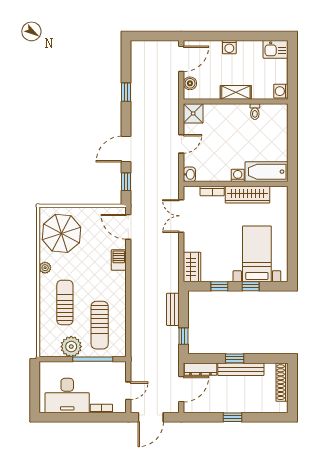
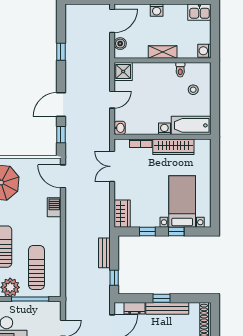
stool: (269, 133) -> (193, 90), added
sun lounger: (100, 325) -> (36, 268), turned 180
dresser: (200, 369) -> (134, 308), width x0.70

